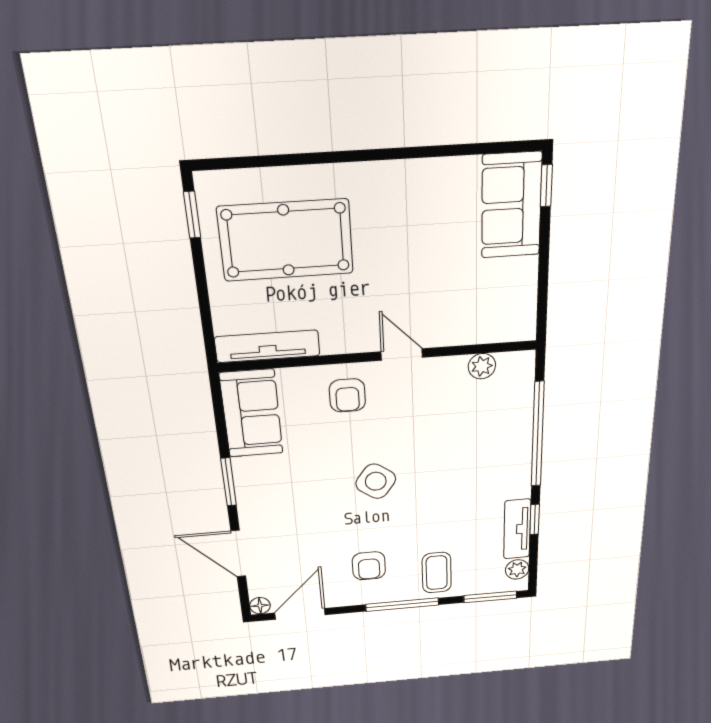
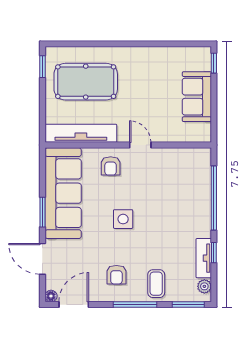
sofa: (511, 205) -> (197, 97), moved
tv unit: (267, 346) -> (81, 133), width x1.36, depth x1.29
plant: (482, 366) -> (183, 155), removed
sofa: (251, 414) -> (63, 193), width x1.85, depth x1.27
side table: (376, 481) -> (123, 219), turned -36

